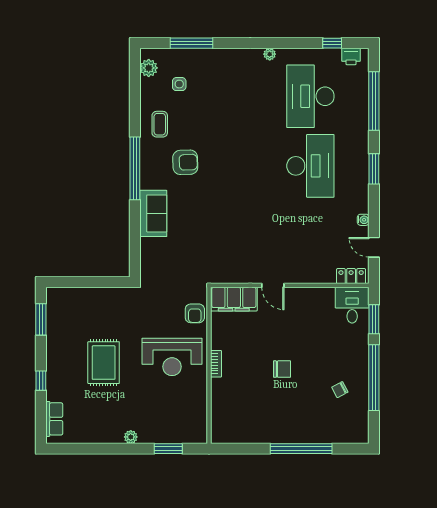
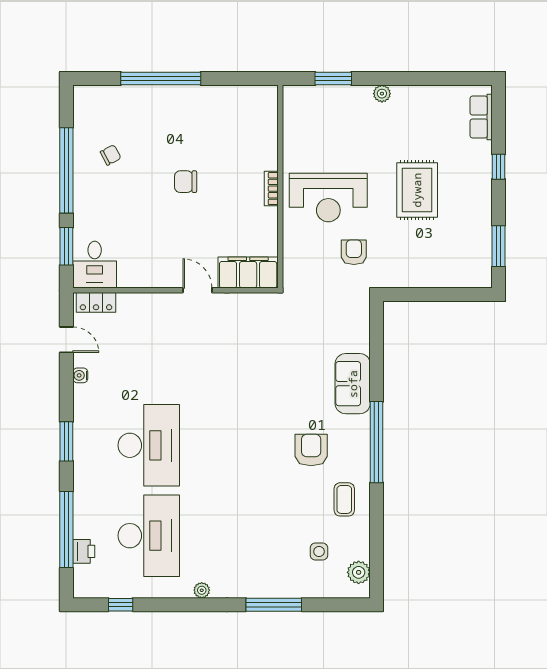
window: (191, 43) -> (274, 605), moved
printer: (351, 56) -> (84, 551), moved, turned 90
armchair: (185, 162) -> (311, 450), turned 92
desk: (310, 166) -> (149, 445), turned 180
armchair: (195, 313) -> (354, 252), moved
reception desk: (172, 357) -> (328, 197), turned 180

